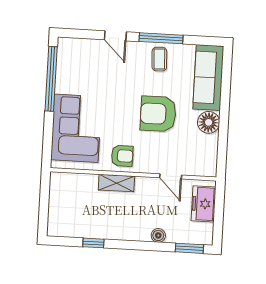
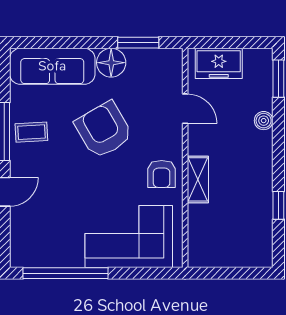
armchair: (158, 114) -> (104, 130), turned 150
window: (223, 144) -> (138, 43), added
armchair: (122, 156) -> (162, 174), turned 180
door: (171, 176) -> (185, 109), hinge flipped

